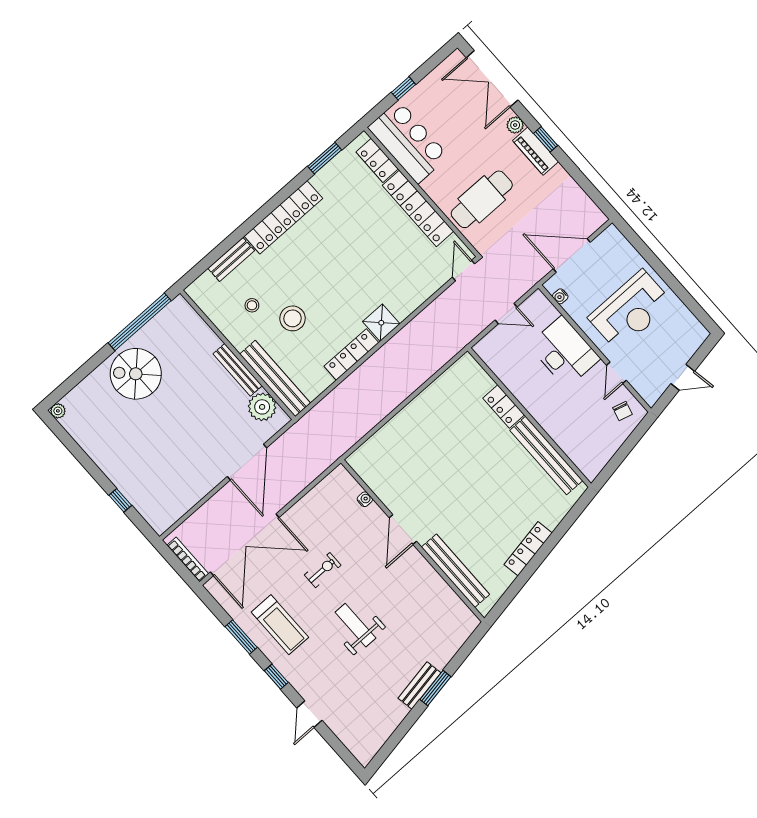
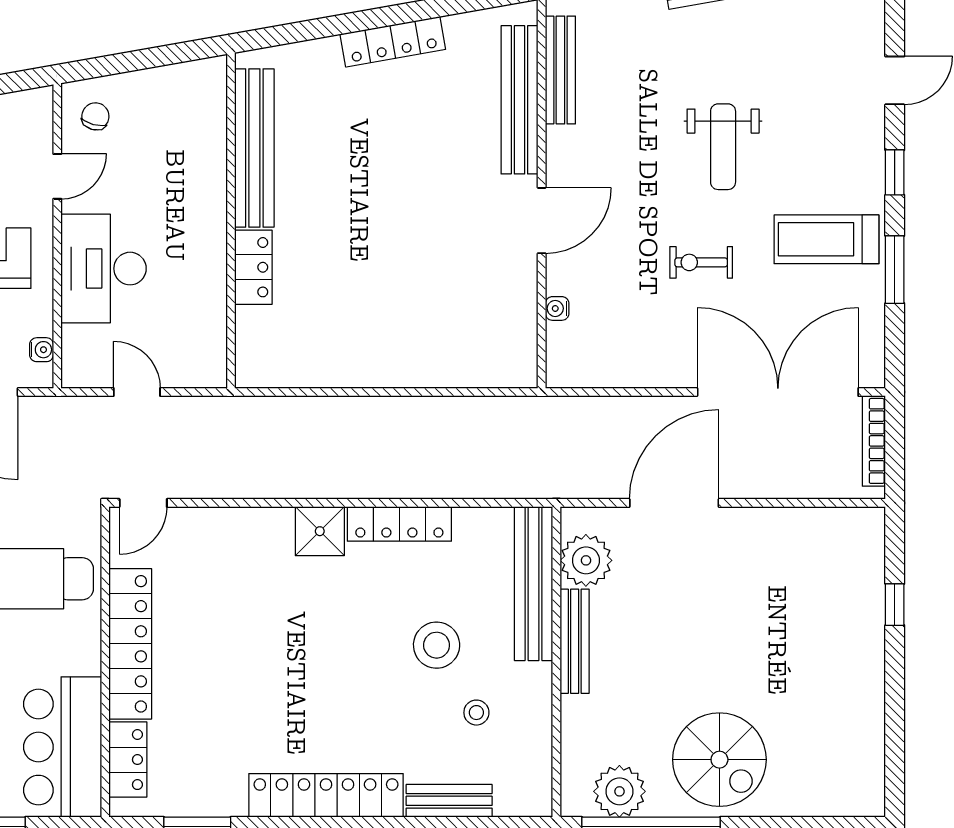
plant: (58, 411) -> (619, 791), moved, width x1.87, depth x1.87
bench: (450, 598) -> (560, 70), added
treadmill: (280, 625) -> (826, 239), turned -90

